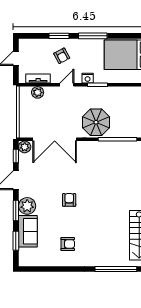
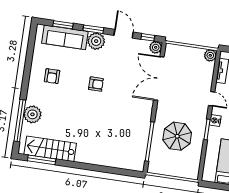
plant: (38, 92) -> (210, 55), moved
parasol: (96, 122) -> (177, 136), moved
sofa: (28, 231) -> (65, 37), width x1.36
plant: (108, 258) -> (32, 114), added

